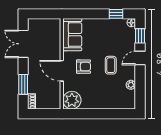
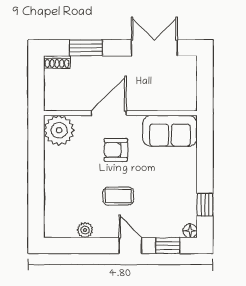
armchair: (83, 67) -> (116, 150), turned 90

